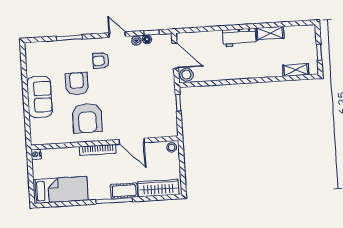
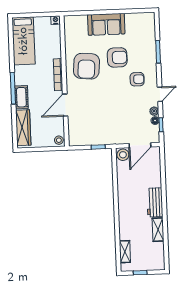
armchair: (101, 61) -> (137, 79), turned 90
armchair: (87, 118) -> (86, 66), turned -85

